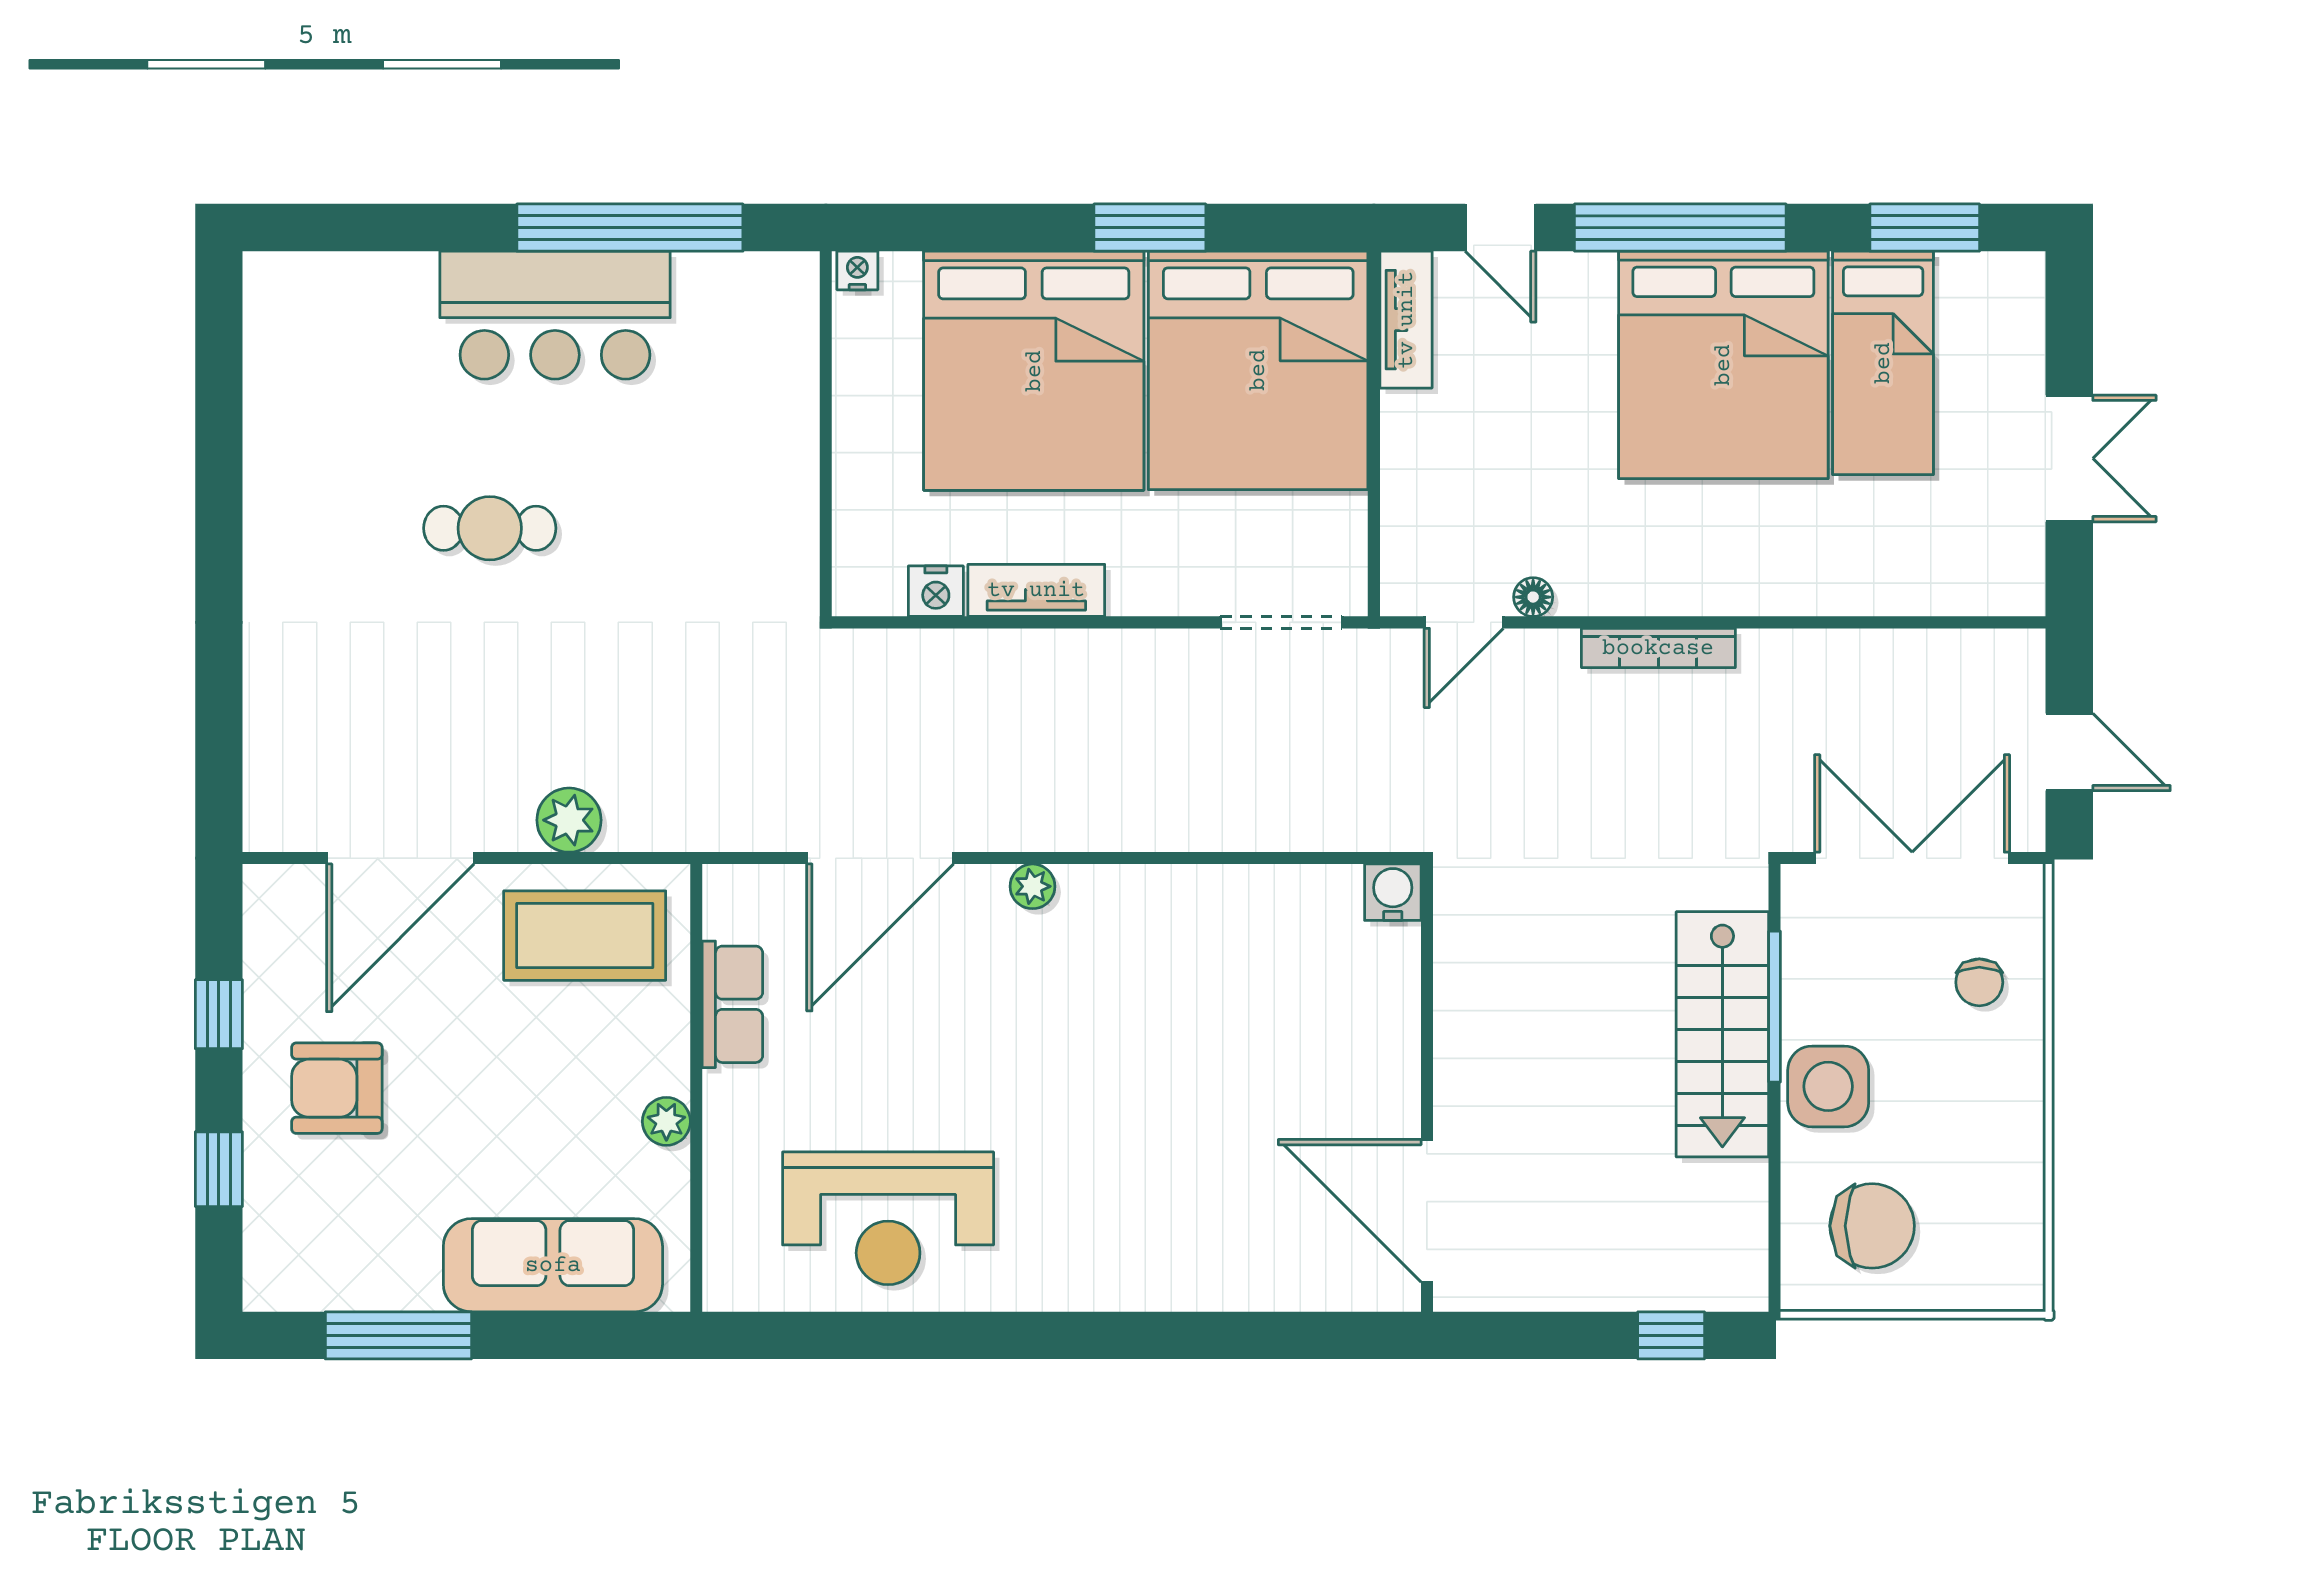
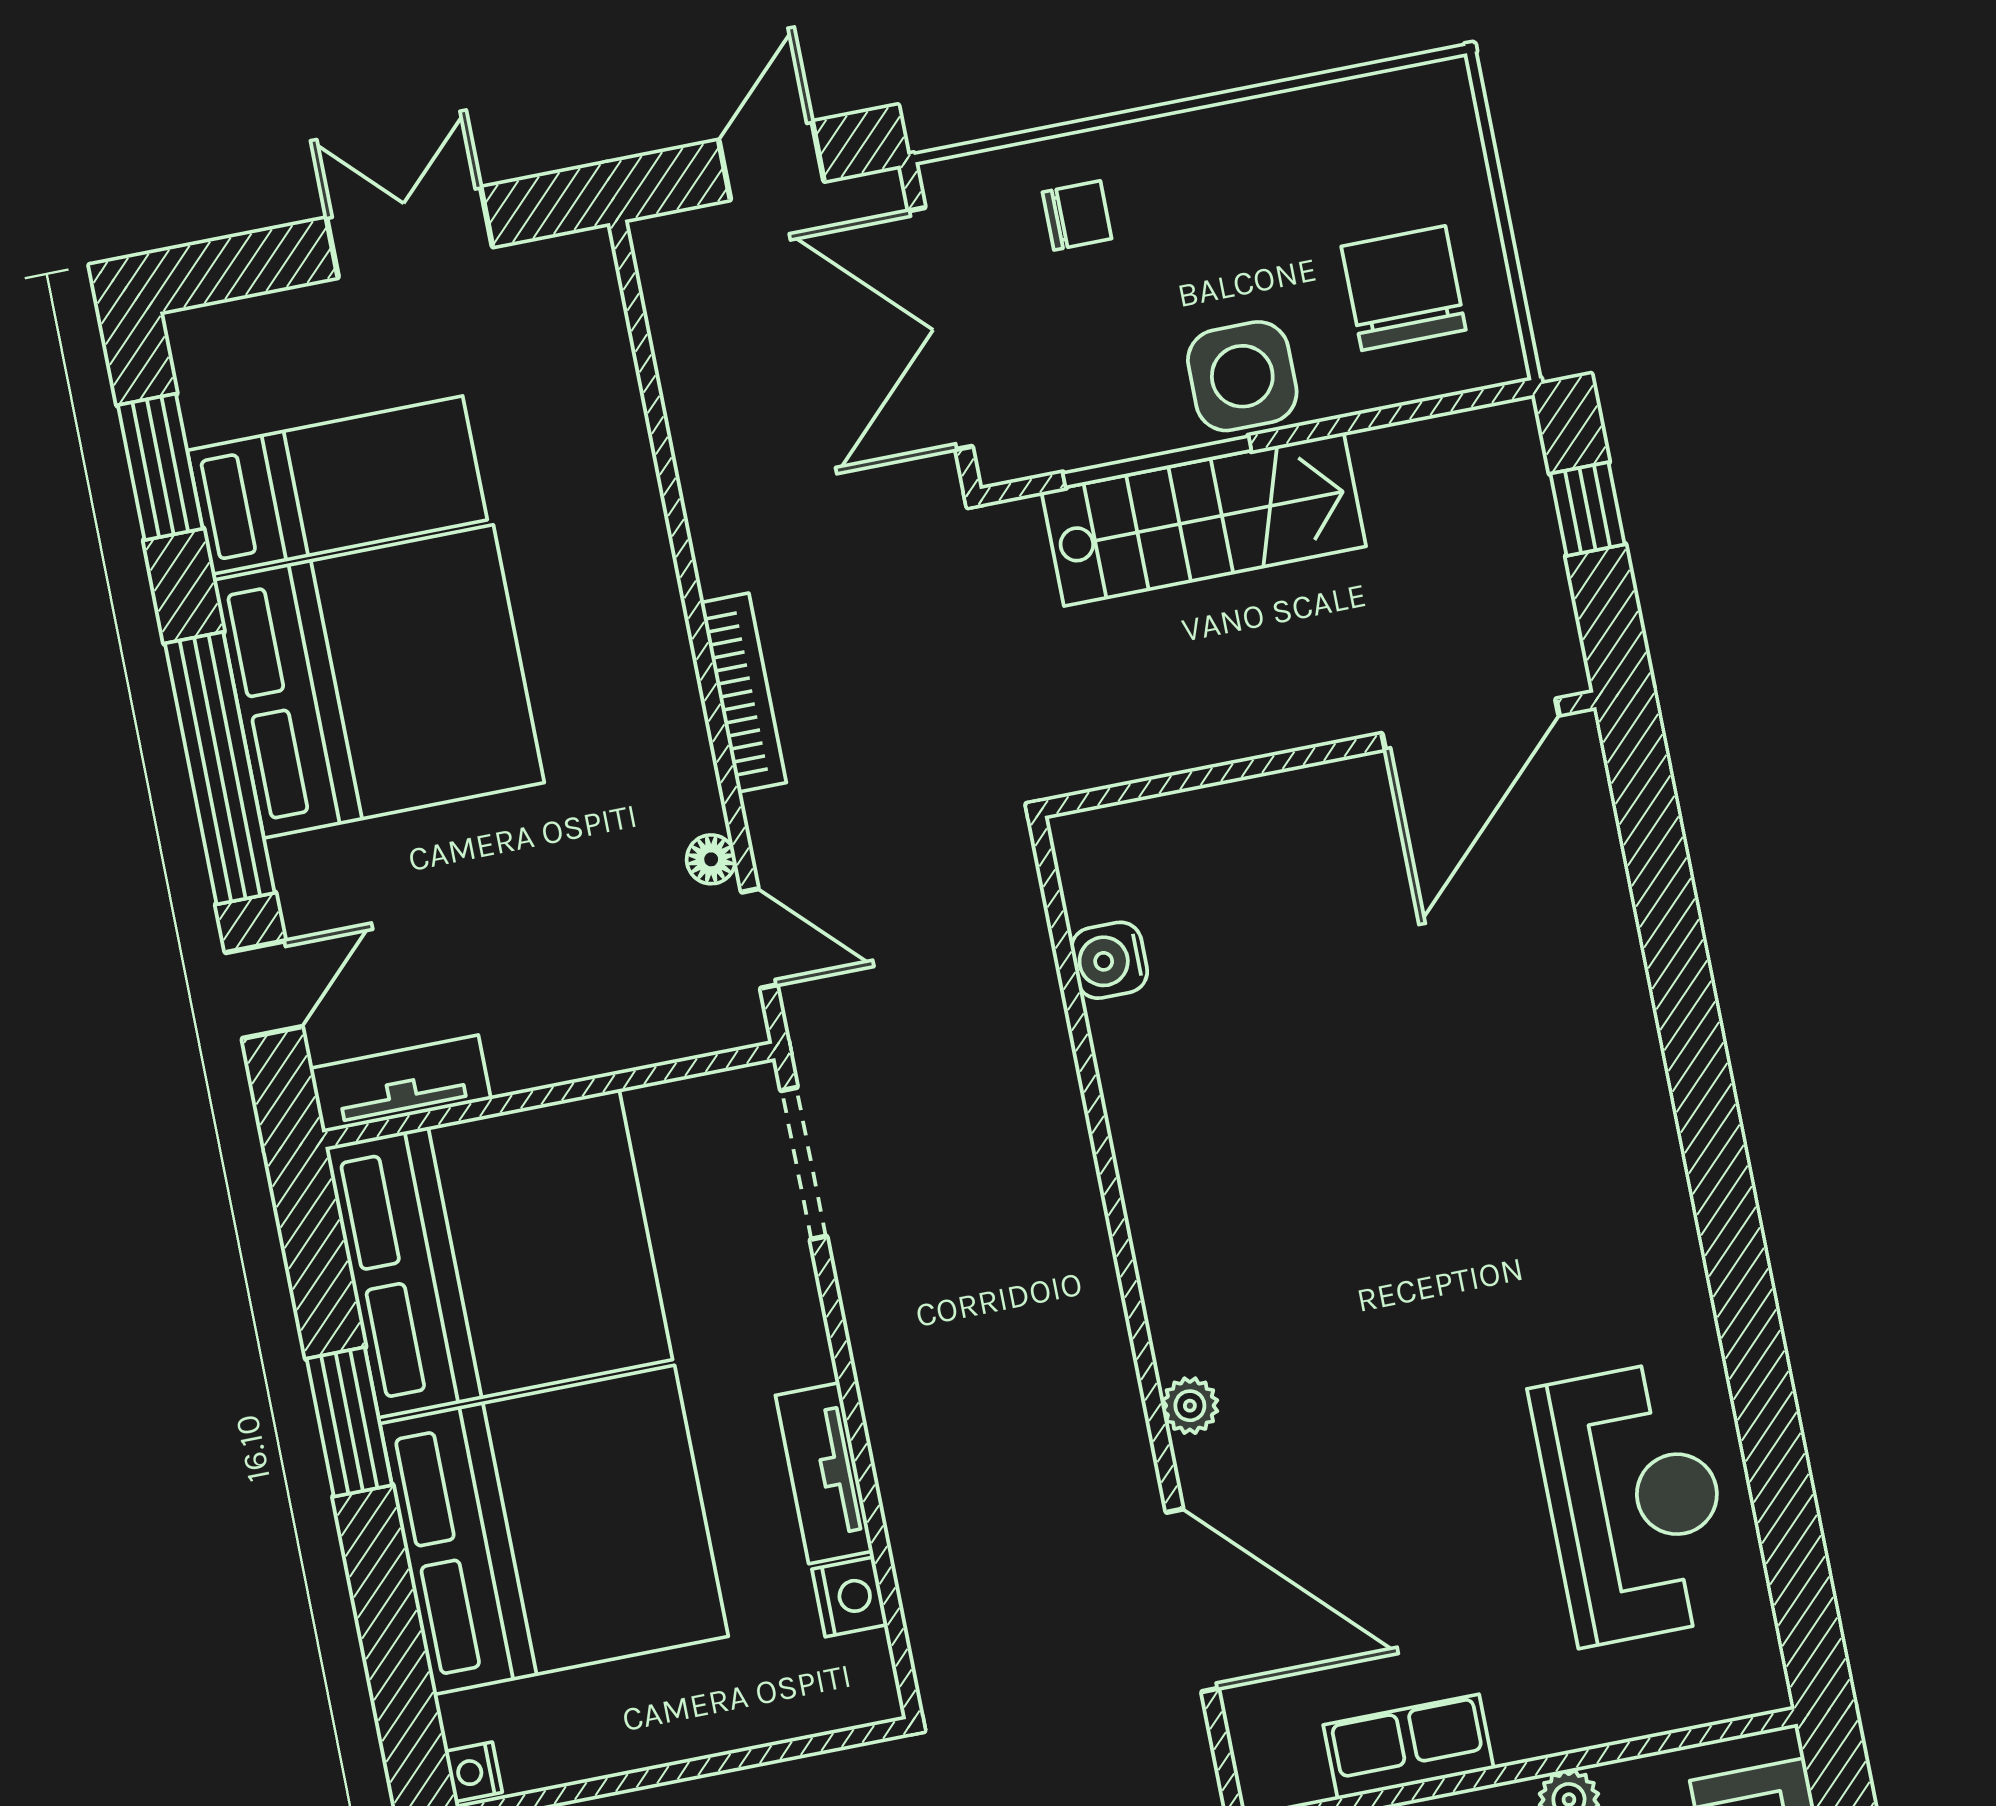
wall: (1427, 1088) -> (1319, 754), moved
door: (1427, 1211) -> (1471, 724), moved

